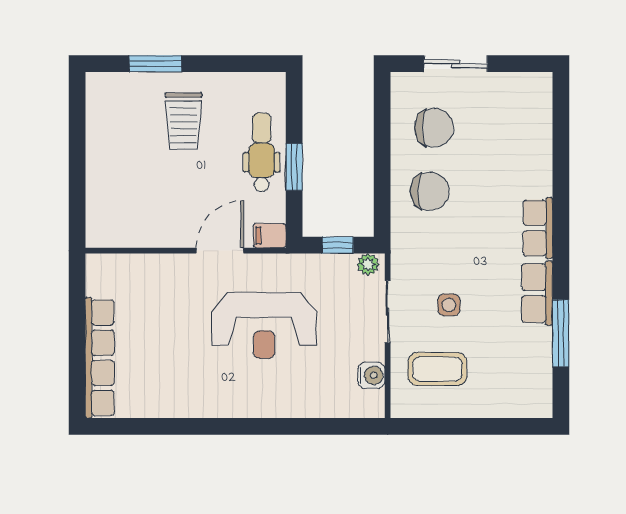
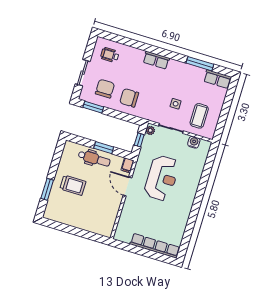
window: (382, 113) -> (93, 107), added
wheelchair: (517, 115) -> (110, 55), added
dental chair: (262, 152) -> (94, 159), turned 180
chair: (430, 191) -> (129, 98), turned -90
row of seats: (537, 293) -> (217, 79), moved

